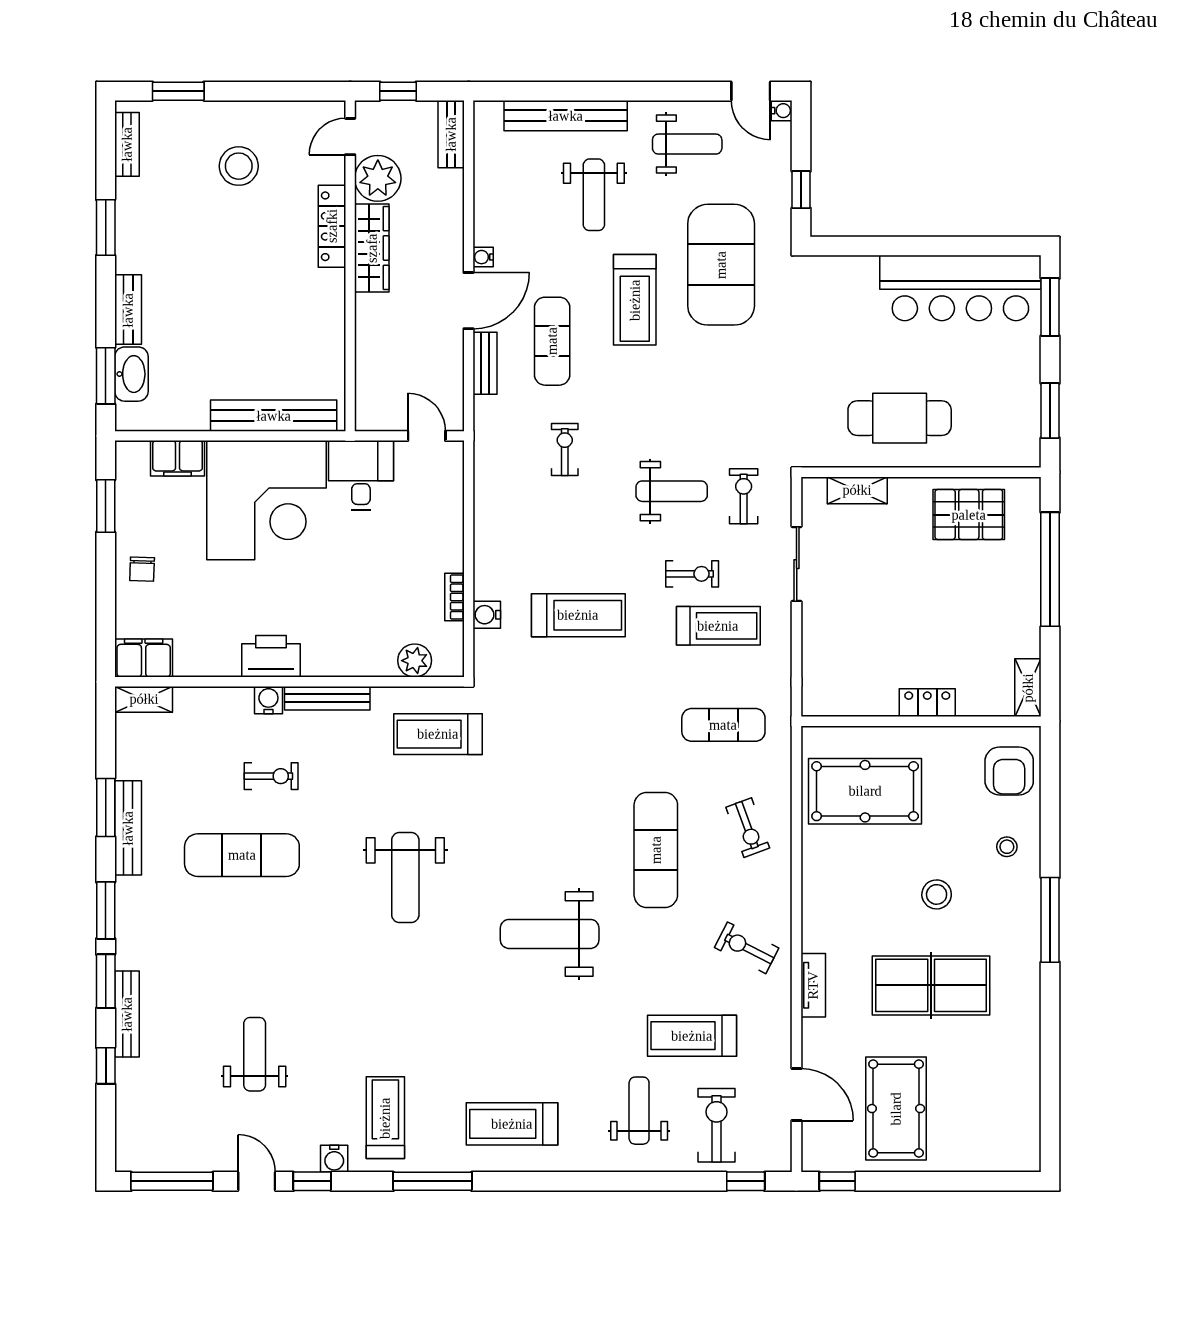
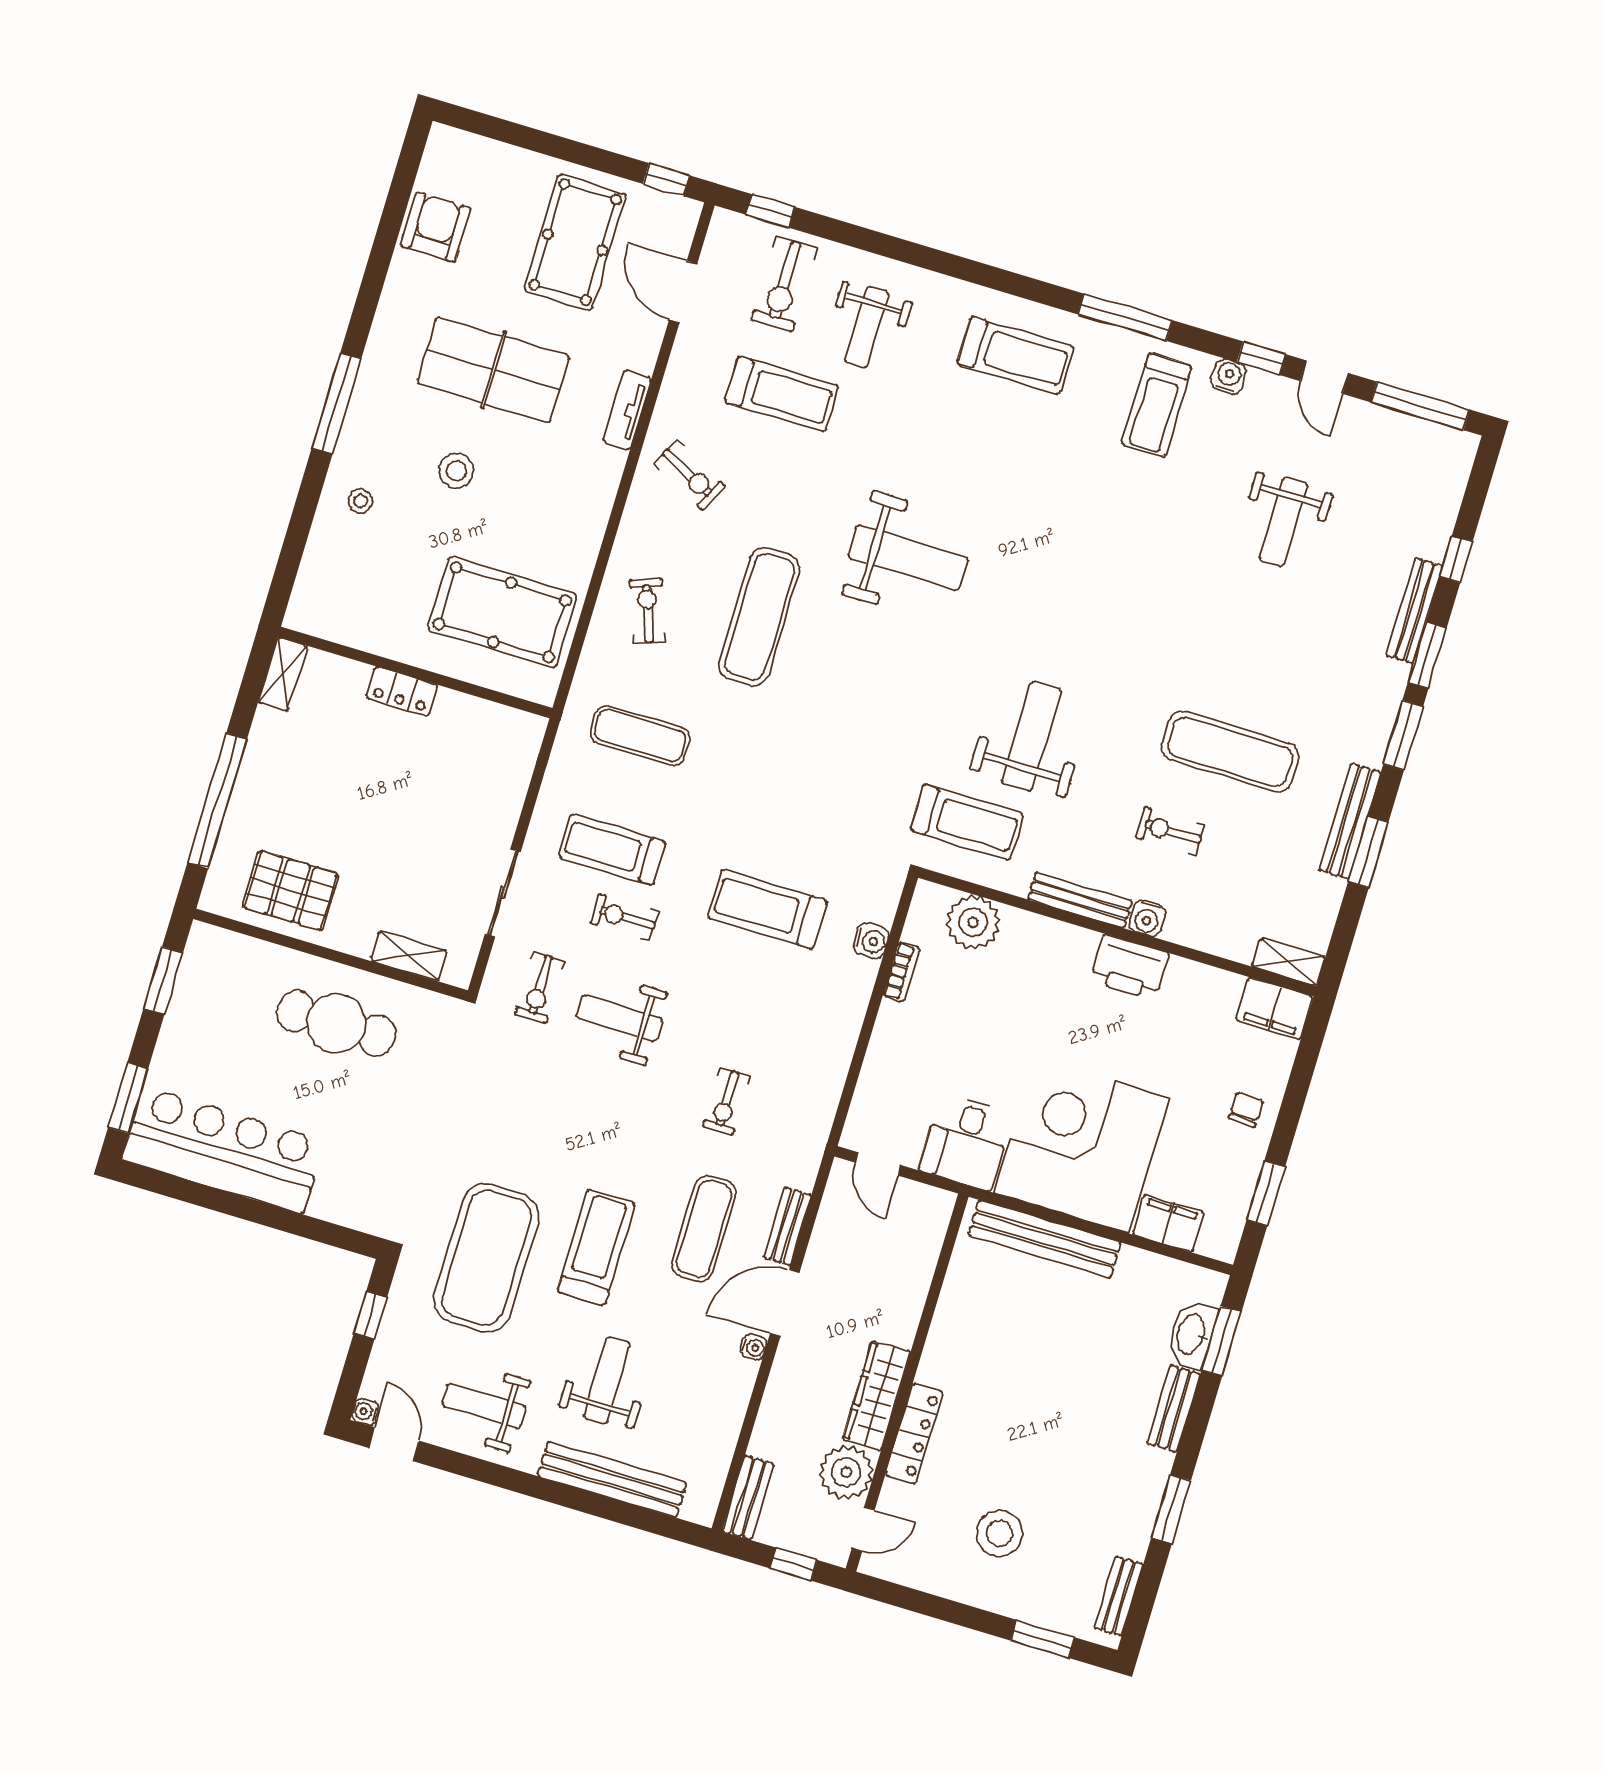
plant: (415, 661) -> (973, 922), width x1.36, depth x1.36
armchair: (1009, 771) -> (436, 227), moved
weight bench: (405, 877) -> (1031, 736), moved

